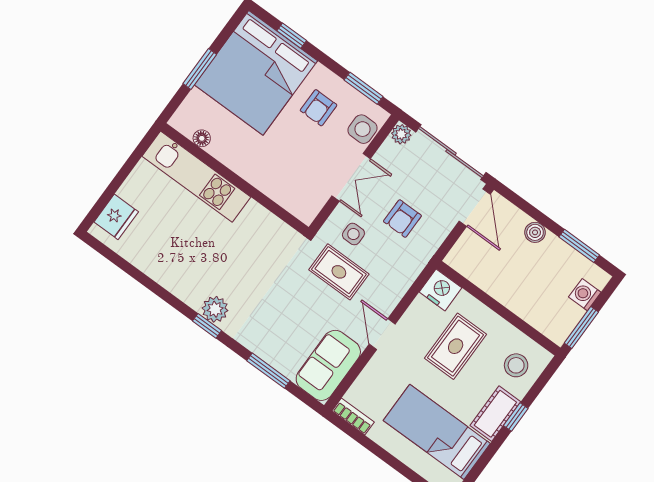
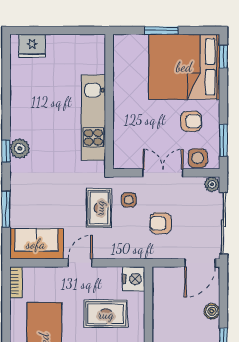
window: (292, 36) -> (223, 57), moved
armchair: (319, 108) -> (191, 121), turned 180
floor lamp: (202, 138) -> (119, 63), removed
kitchen unit: (196, 177) -> (93, 118), moved
double door: (351, 177) -> (163, 173), swing flipped

